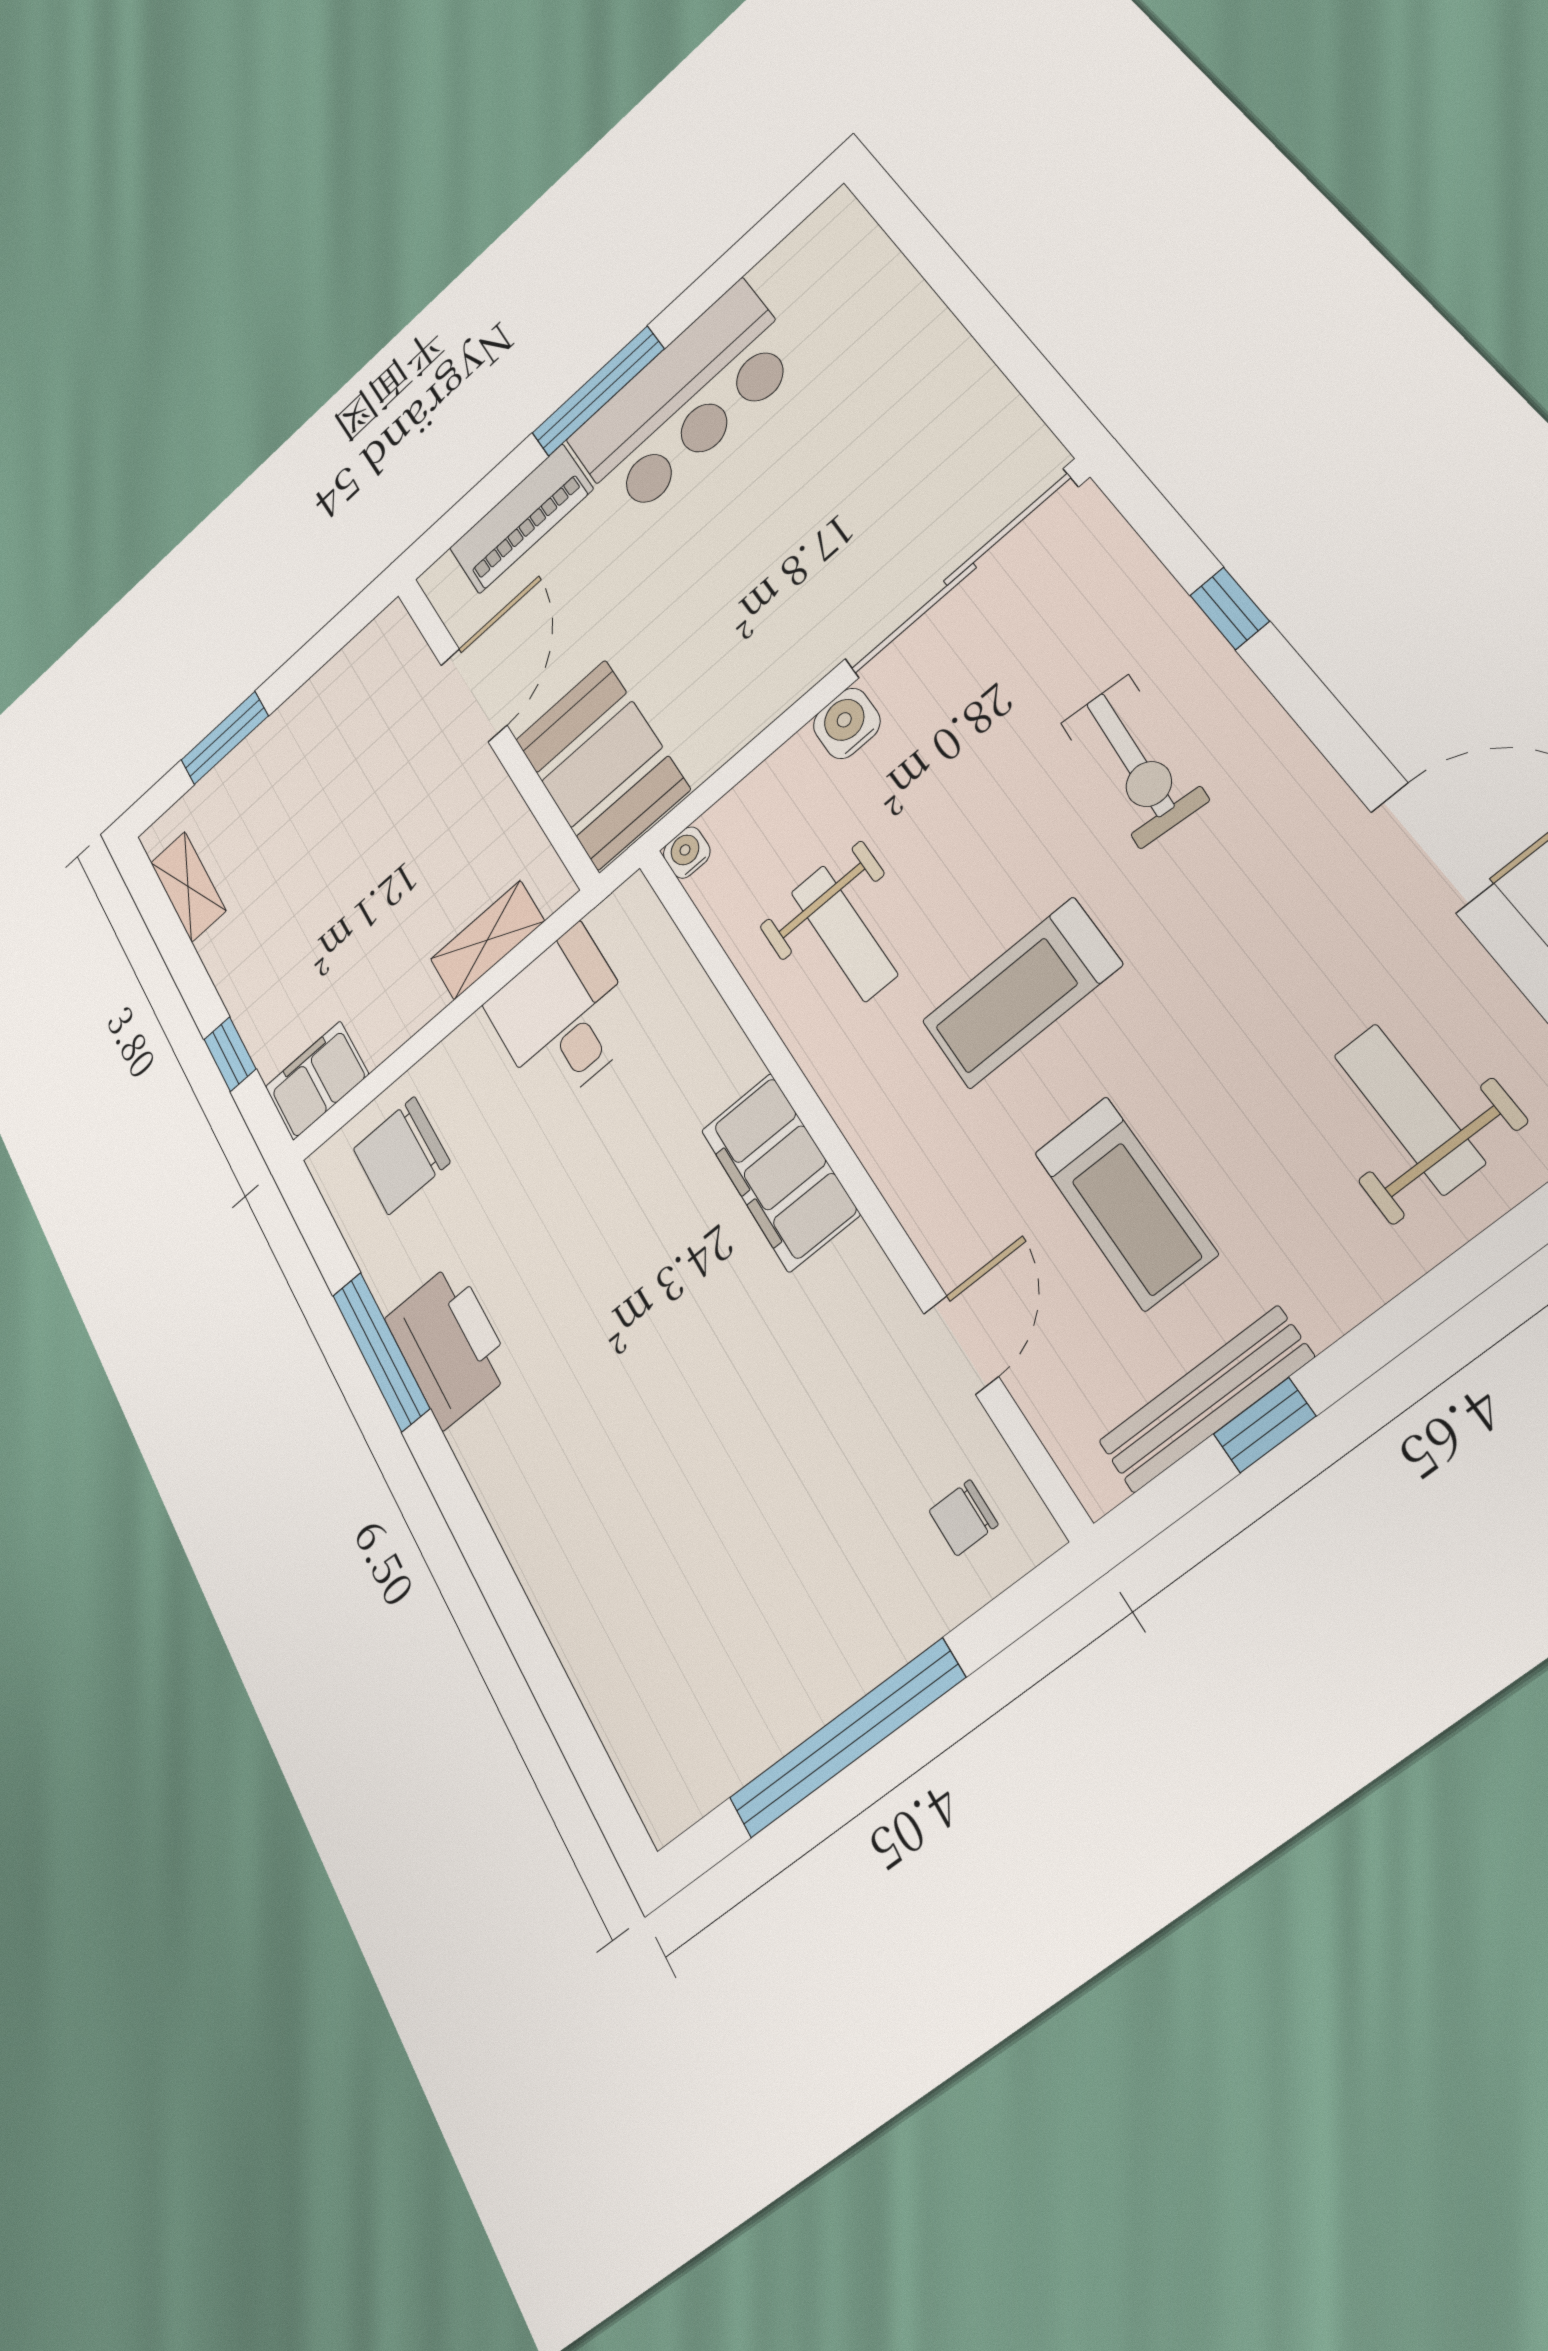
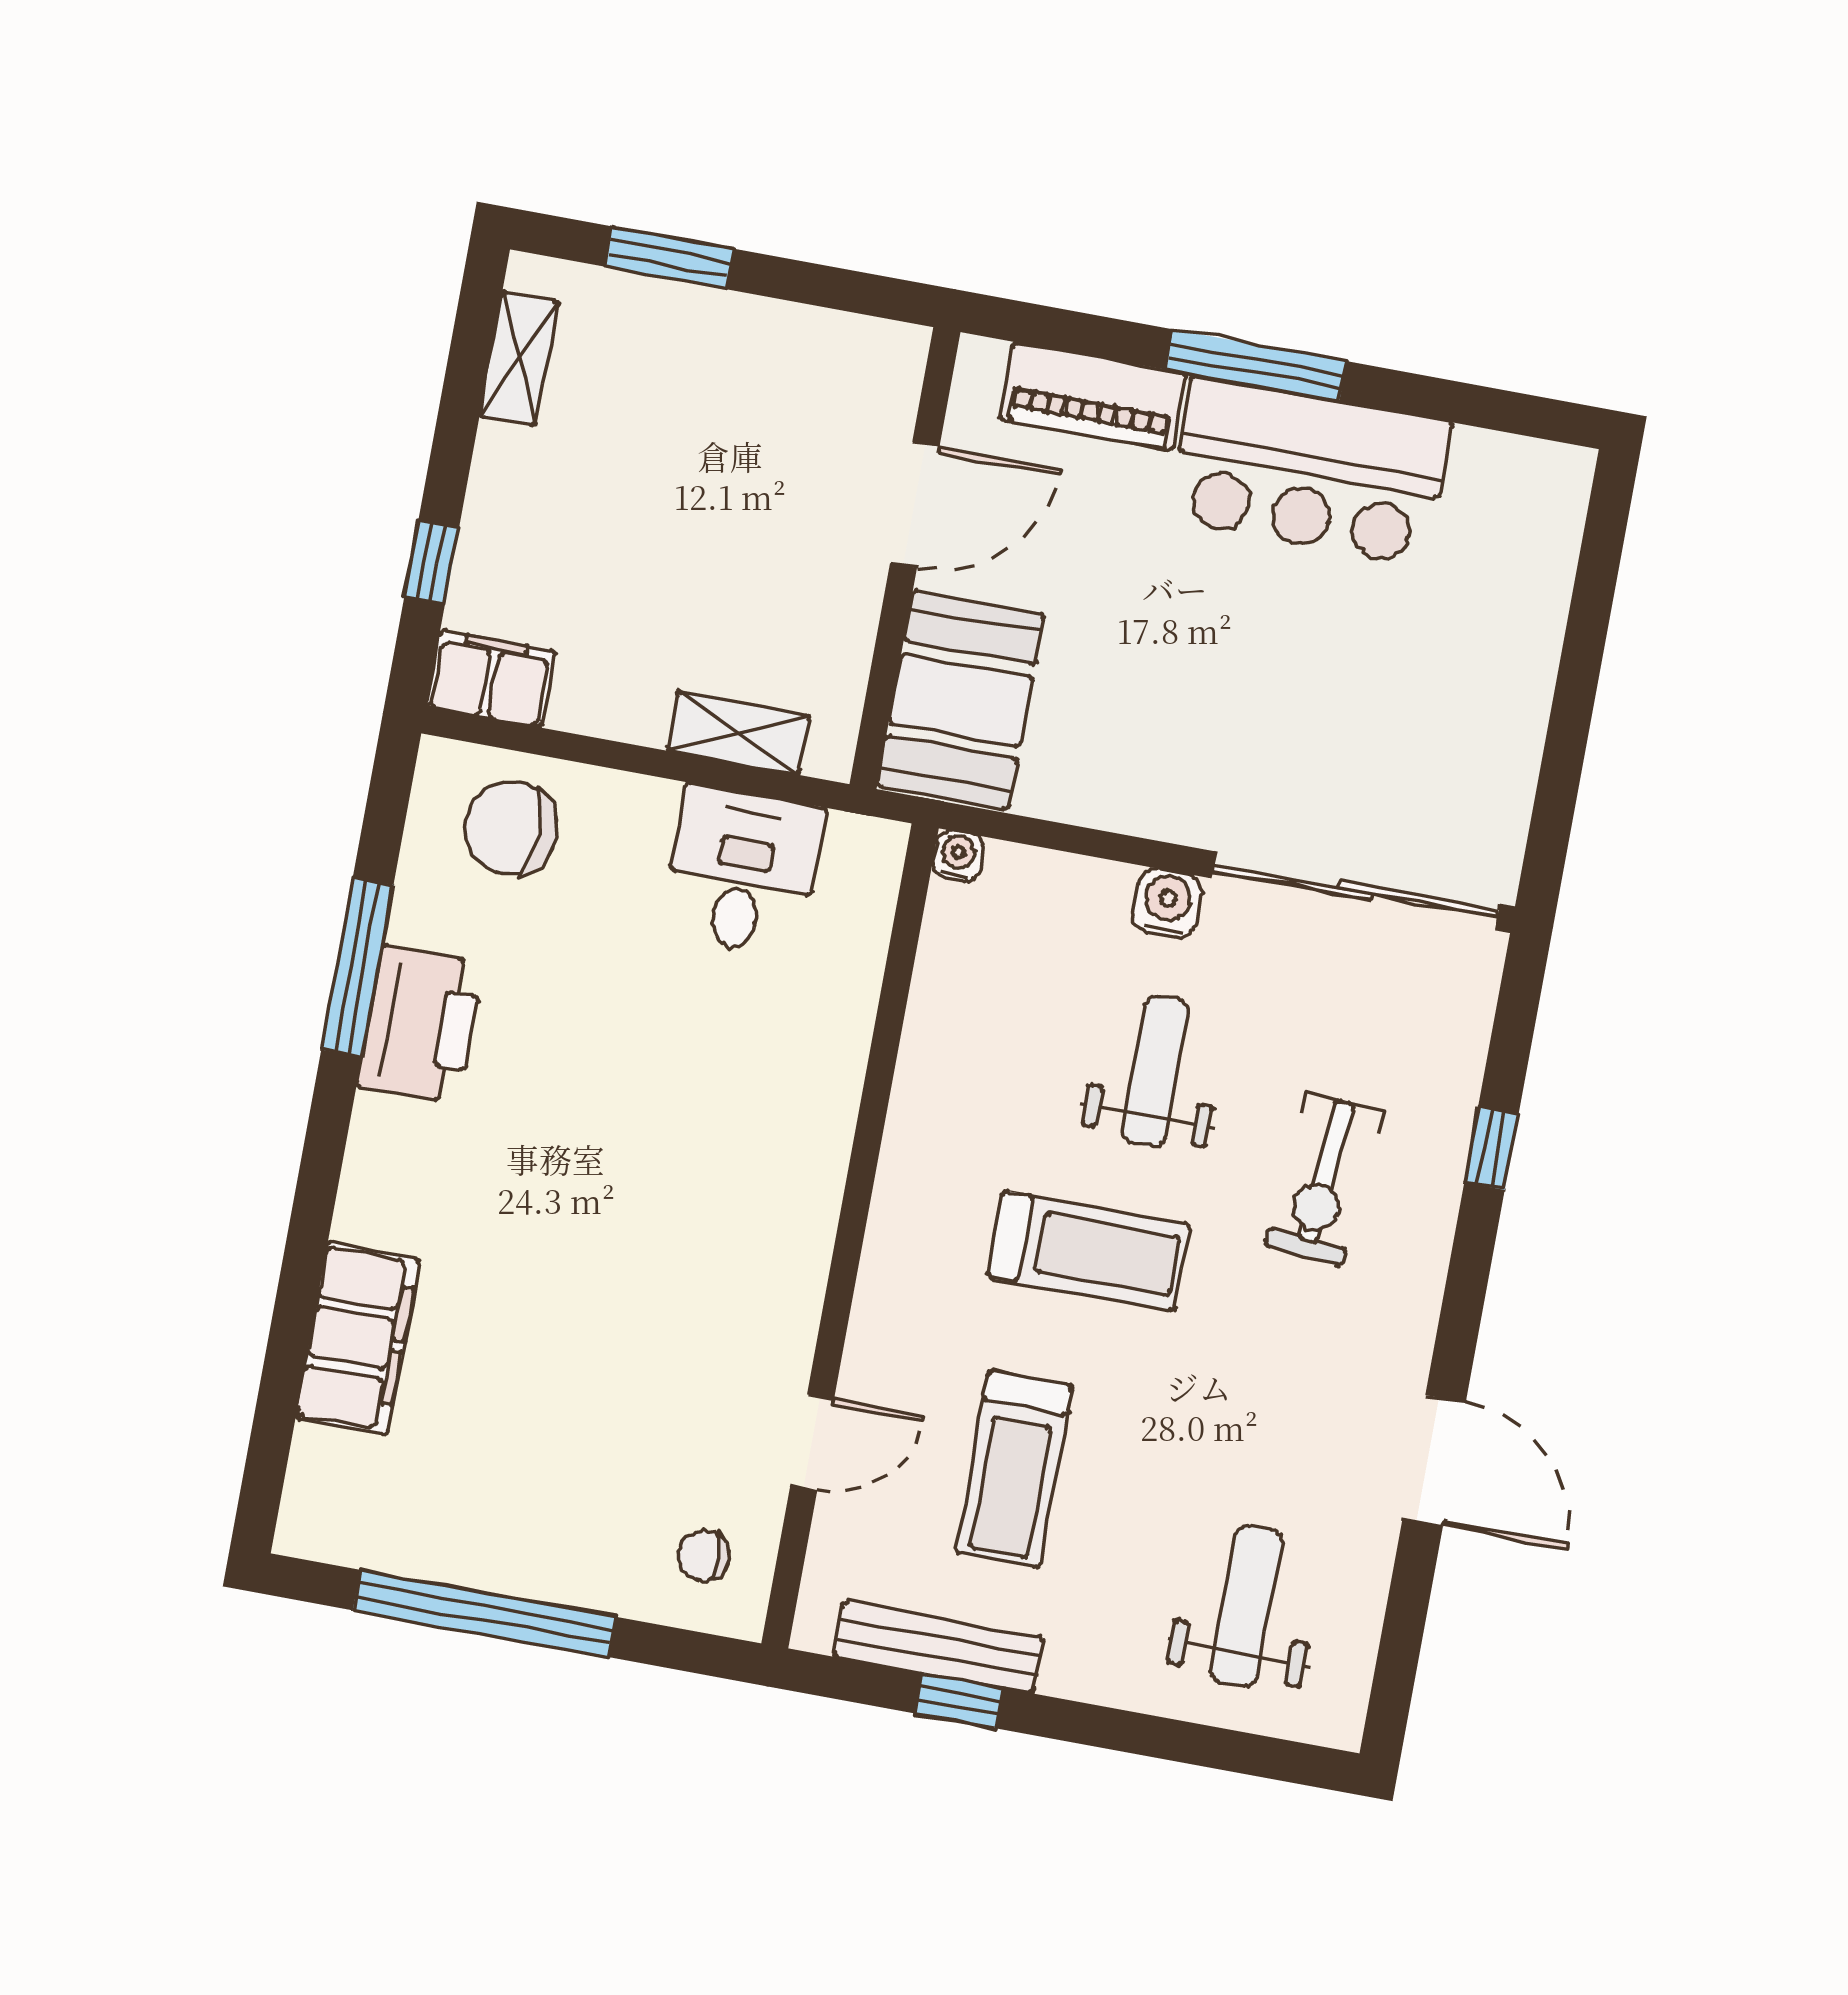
weight bench: (844, 933) -> (1155, 1072), moved, turned 180
treadmill: (1021, 993) -> (1089, 1251), turned 180
filing cabinet: (780, 1172) -> (357, 1339), moved, turned 180

